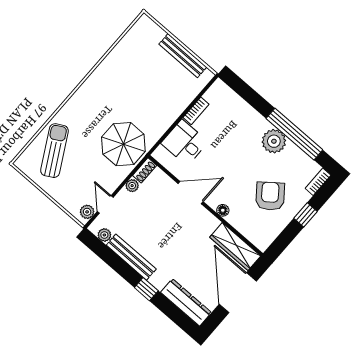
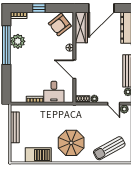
barbecue: (123, 55) -> (38, 155), added
plant: (274, 141) -> (18, 41), moved
parasol: (123, 144) -> (71, 143), moved
armchair: (270, 196) -> (60, 25), moved
door: (105, 204) -> (114, 104), hinge flipped

